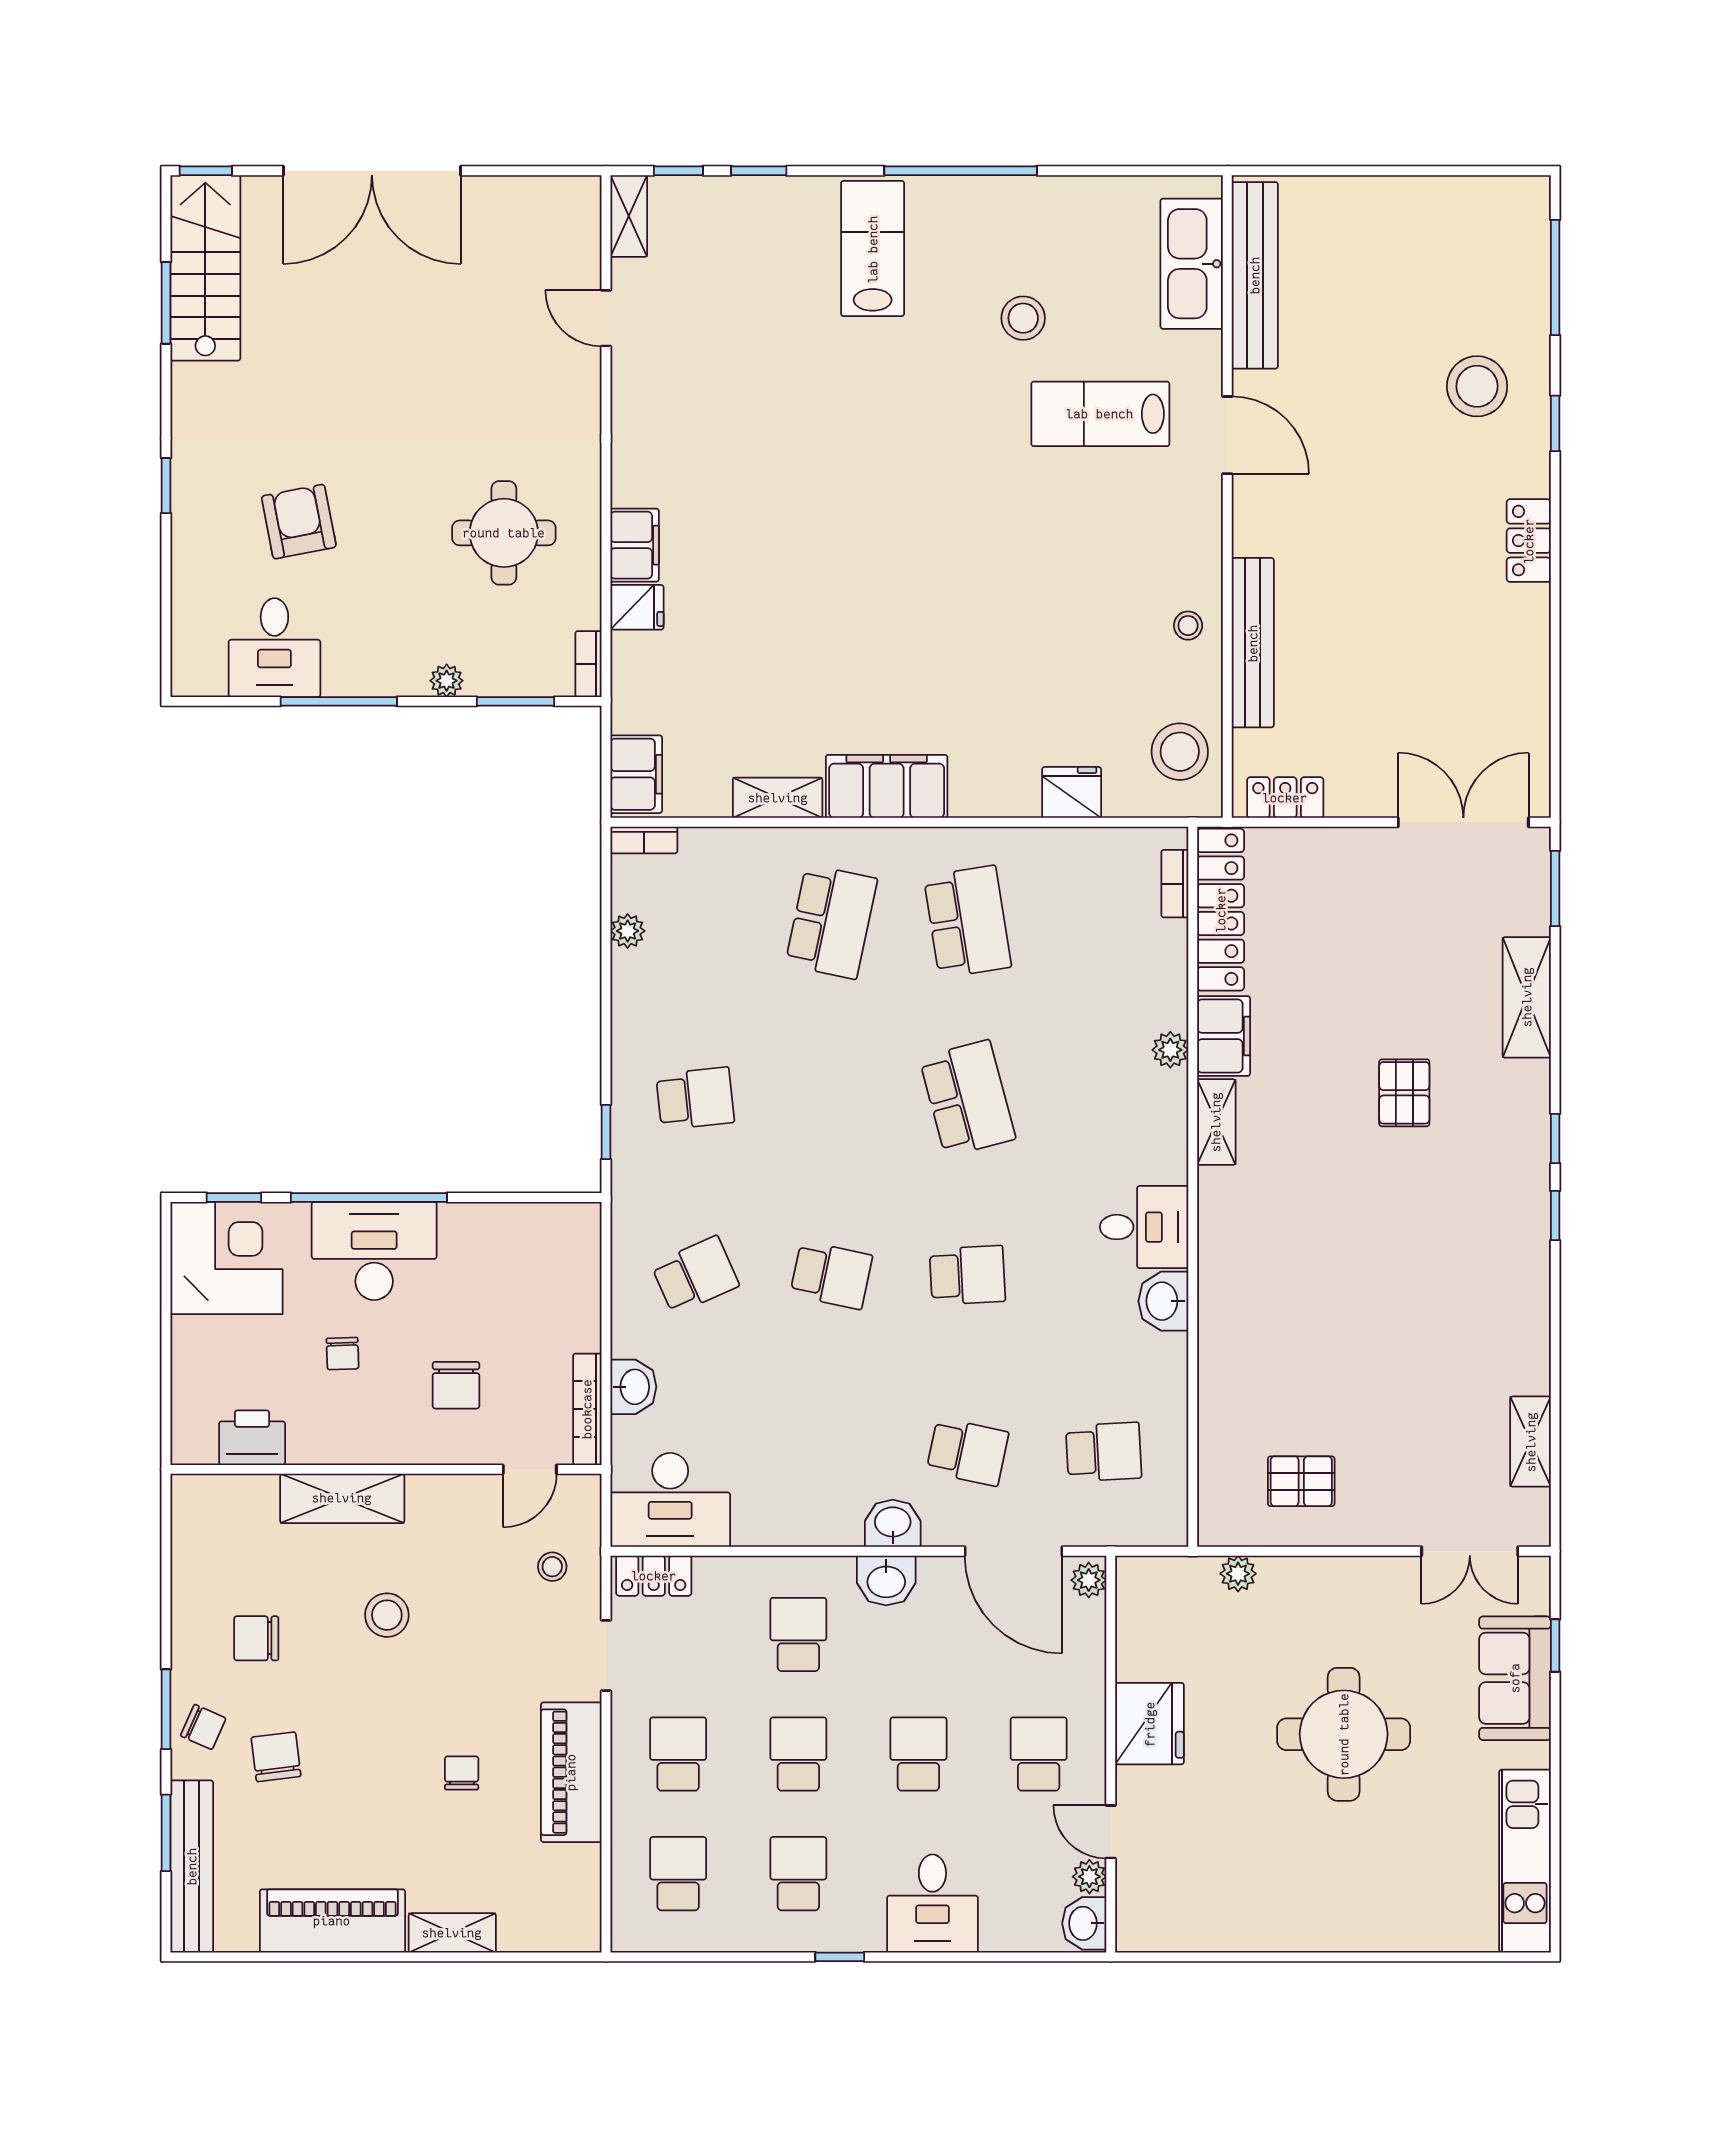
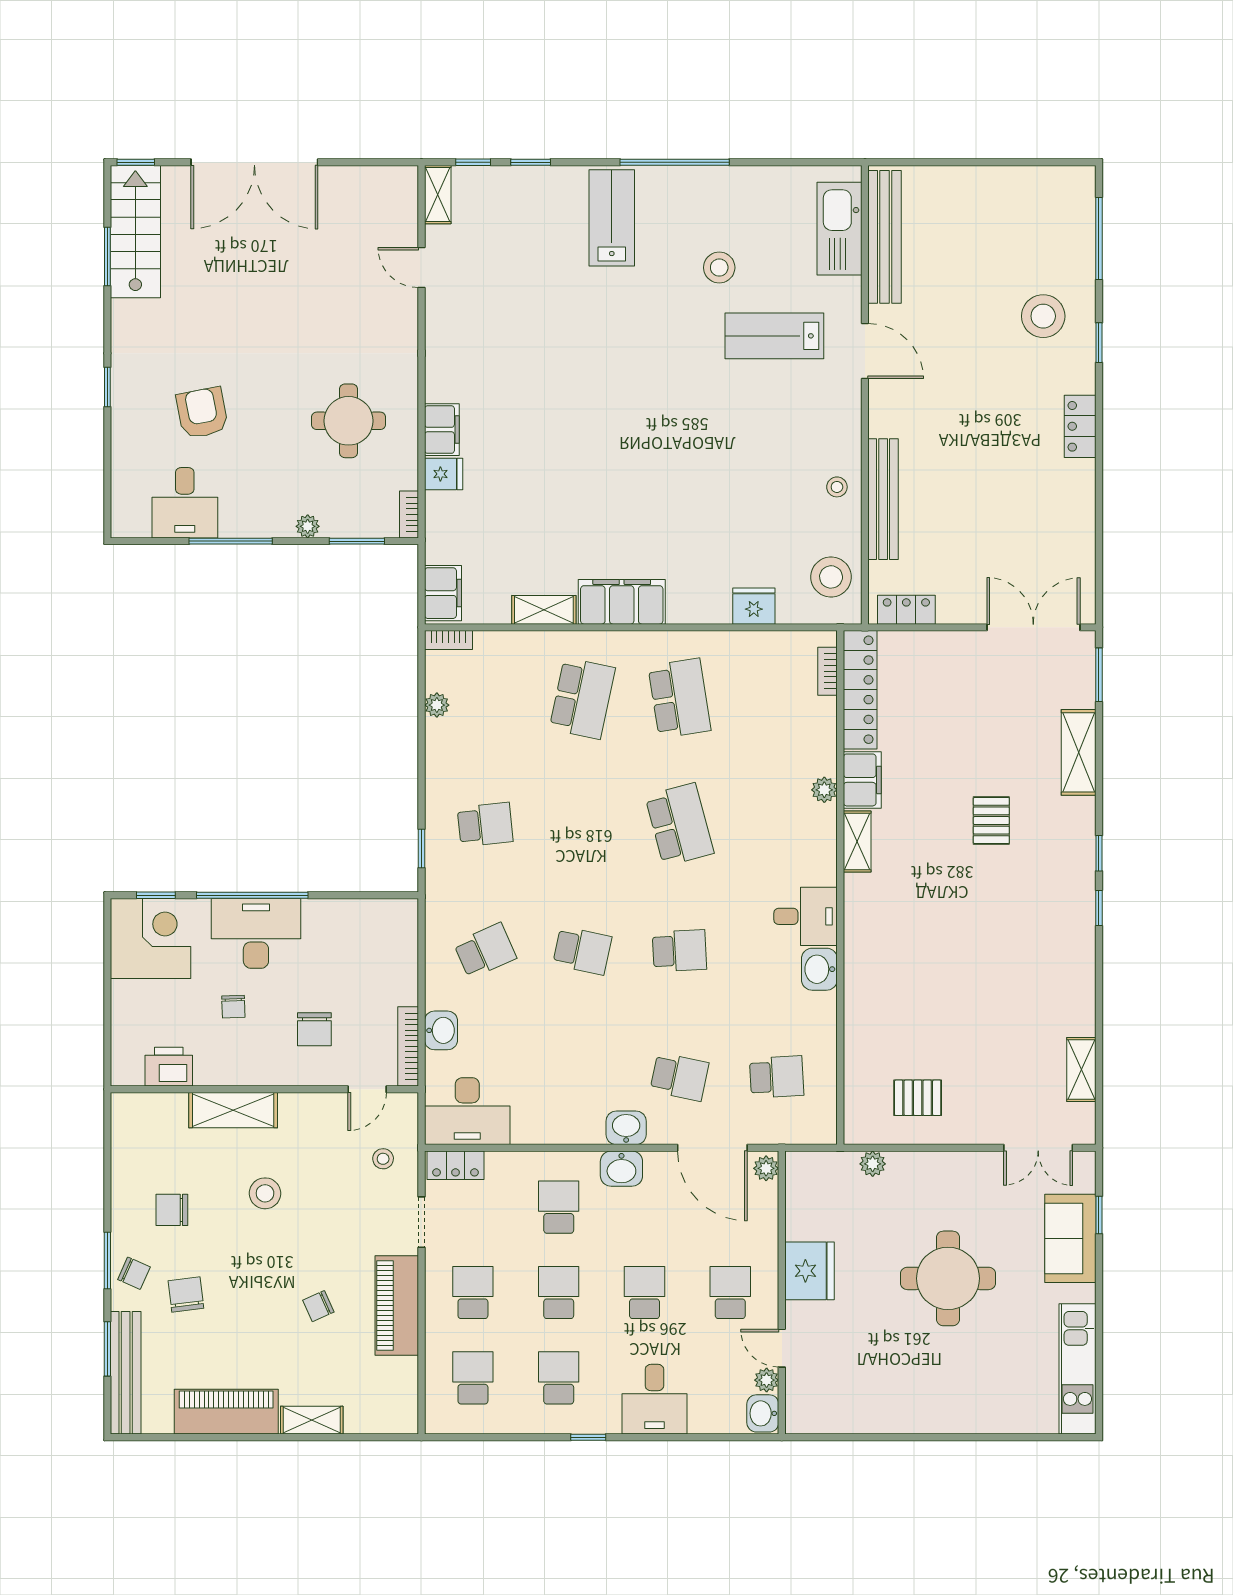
chair: (462, 1773) -> (318, 1306), turned -114

